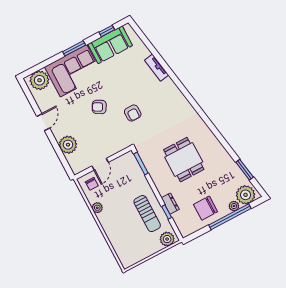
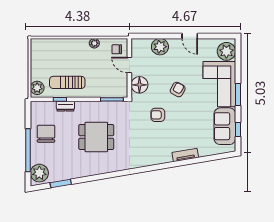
floor lamp: (114, 145) -> (139, 85), added
plant: (234, 206) -> (35, 158), removed

